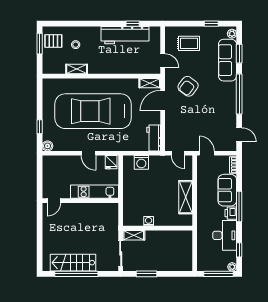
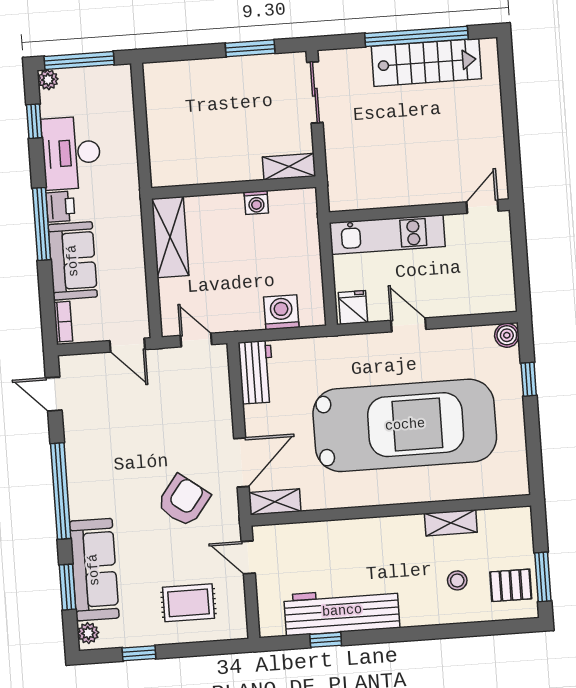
washing machine: (149, 221) -> (256, 203), moved
wall: (158, 228) -> (234, 188), moved
shelving: (134, 235) -> (289, 167), moved

